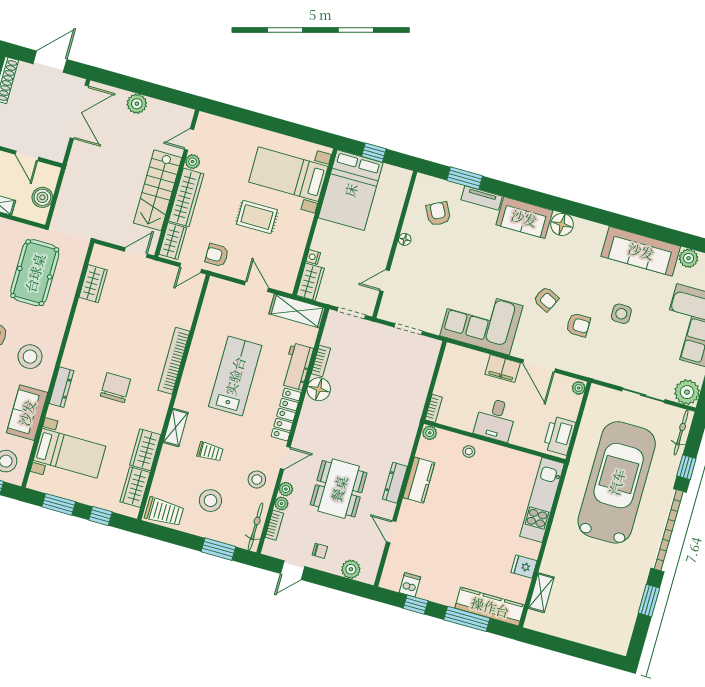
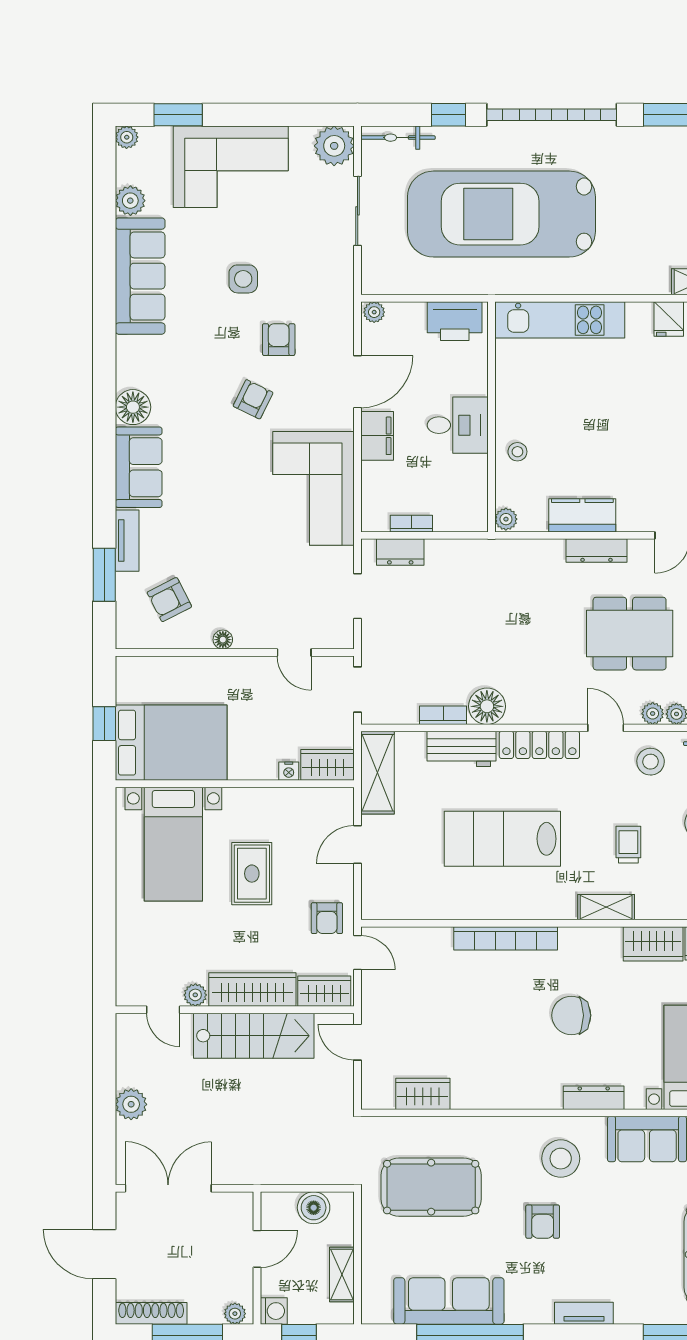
dresser: (428, 363) -> (400, 552), added
bookcase: (434, 408) -> (411, 524), moved

